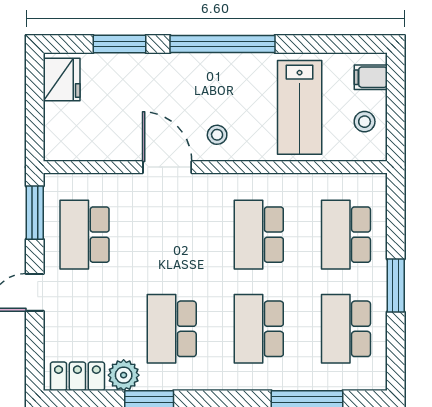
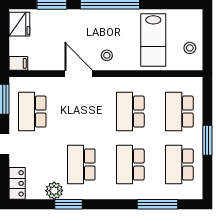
filing cabinet: (371, 77) -> (18, 63), moved, turned 180
locker: (77, 376) -> (17, 183), moved, turned 90

